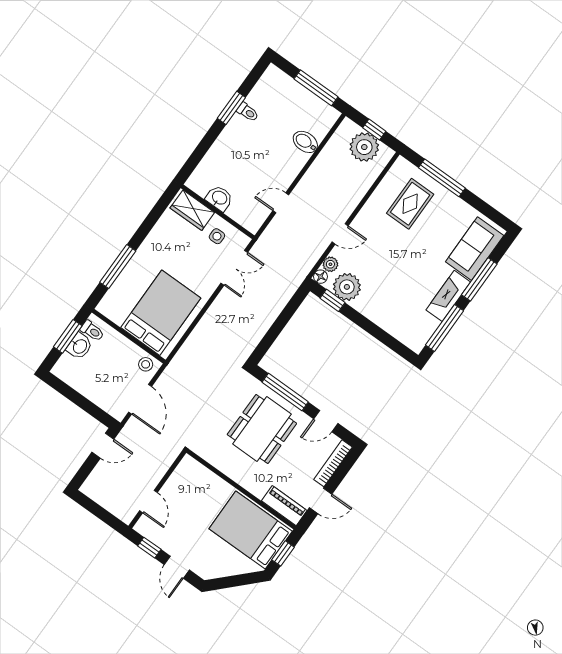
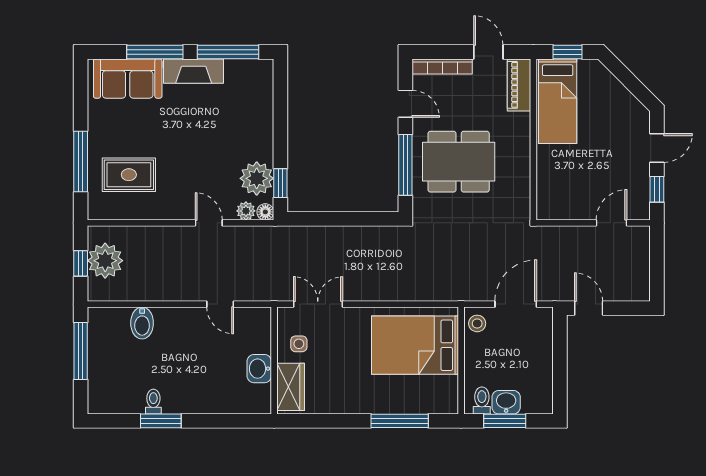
bed: (251, 530) -> (558, 101), width x0.67

